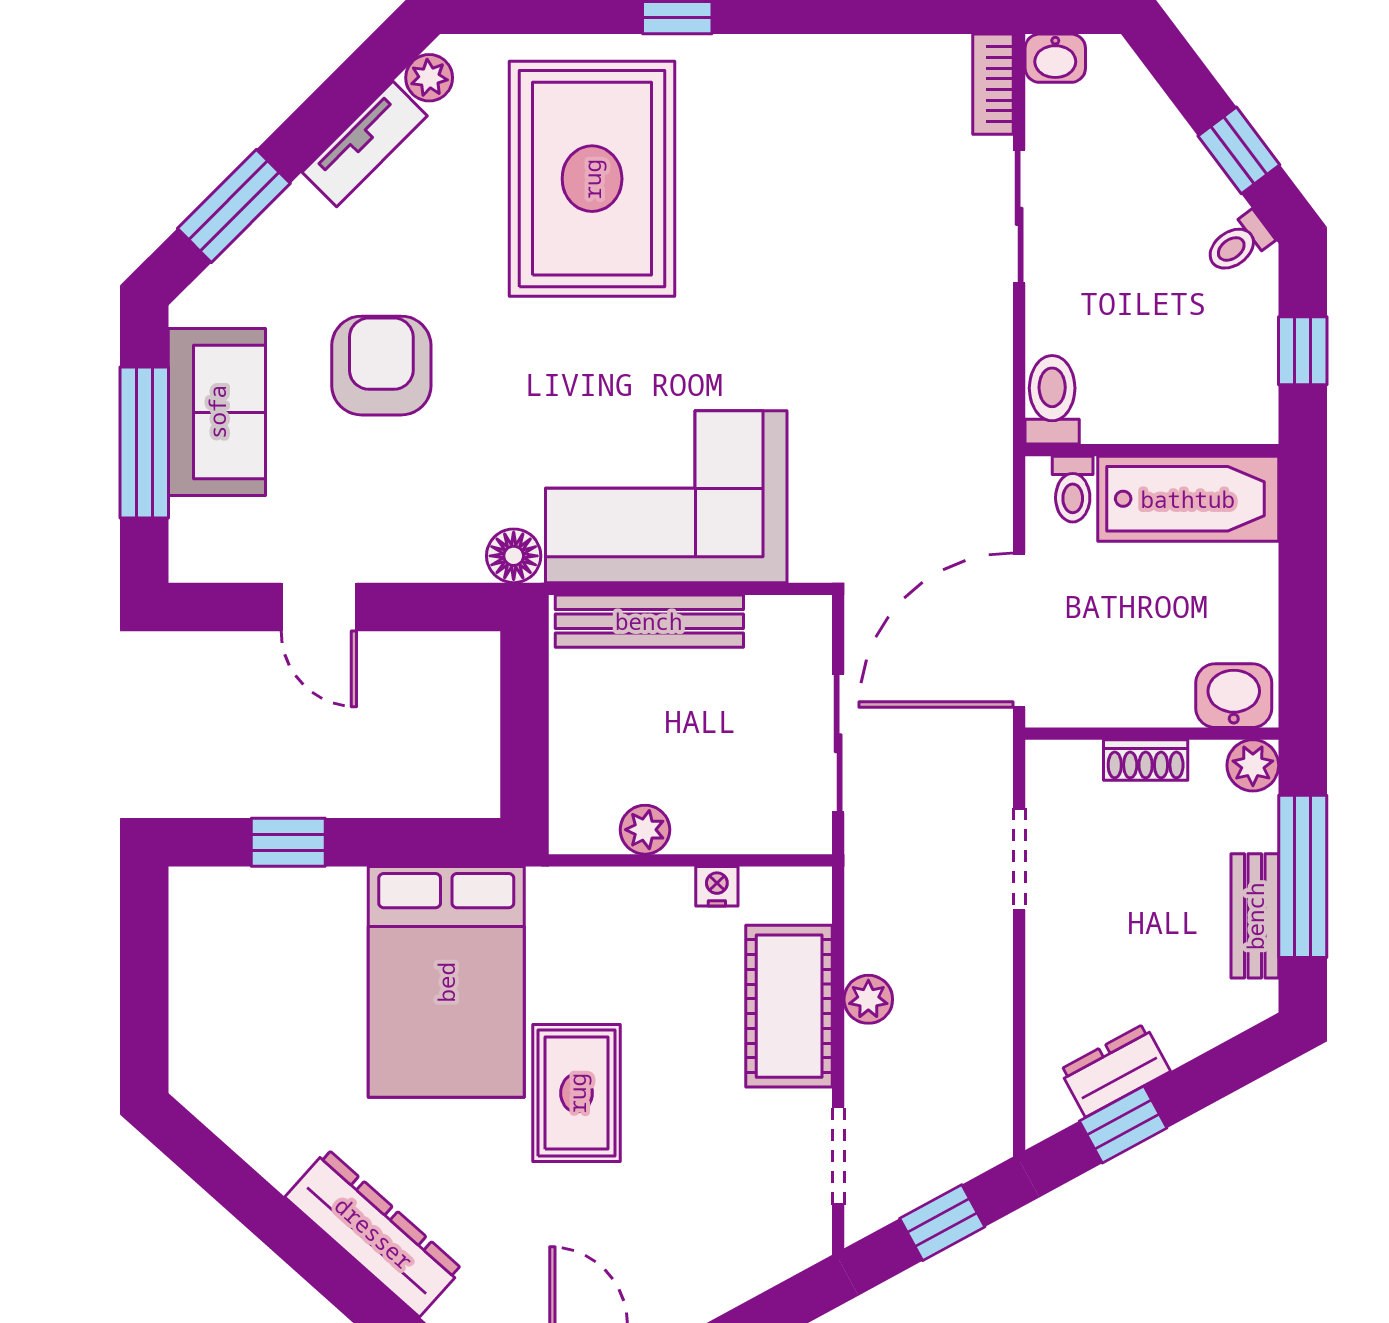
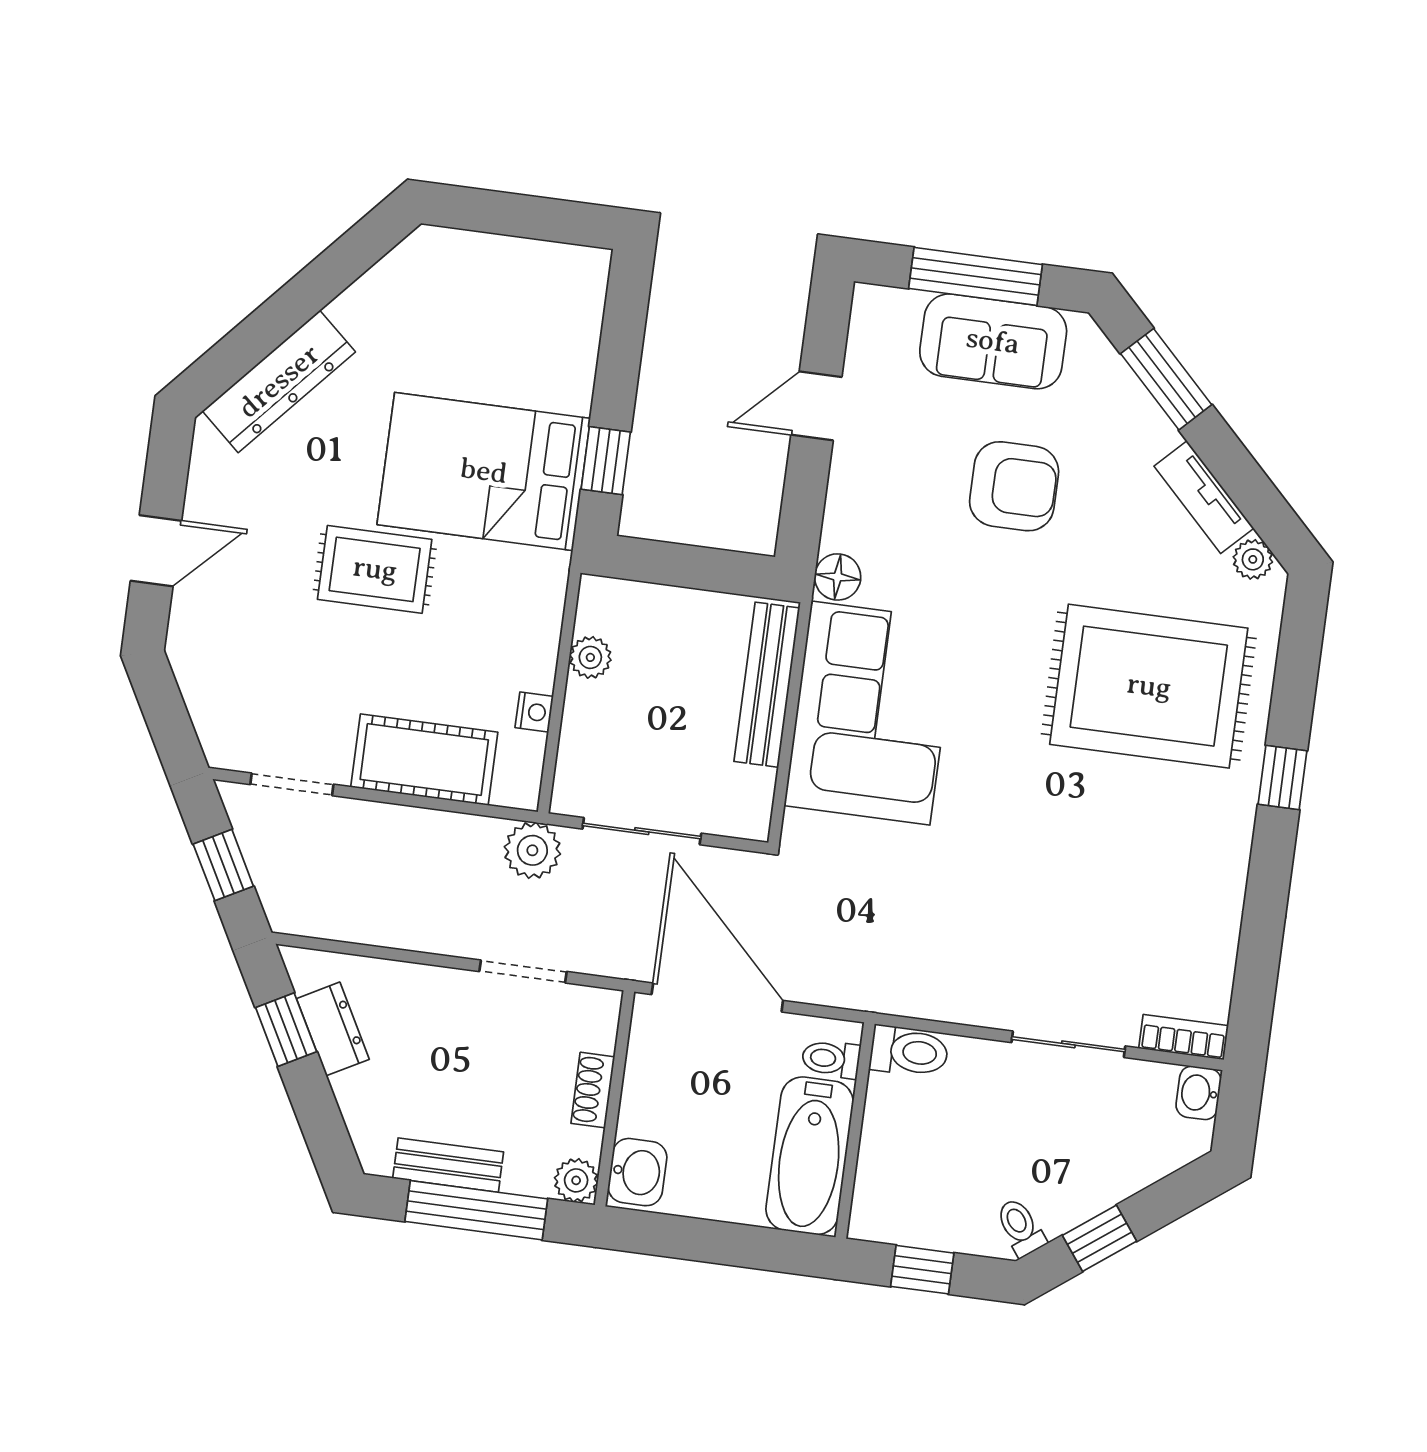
window: (288, 842) -> (606, 461), moved
plant: (868, 999) -> (532, 850), moved, width x1.38, depth x1.38

